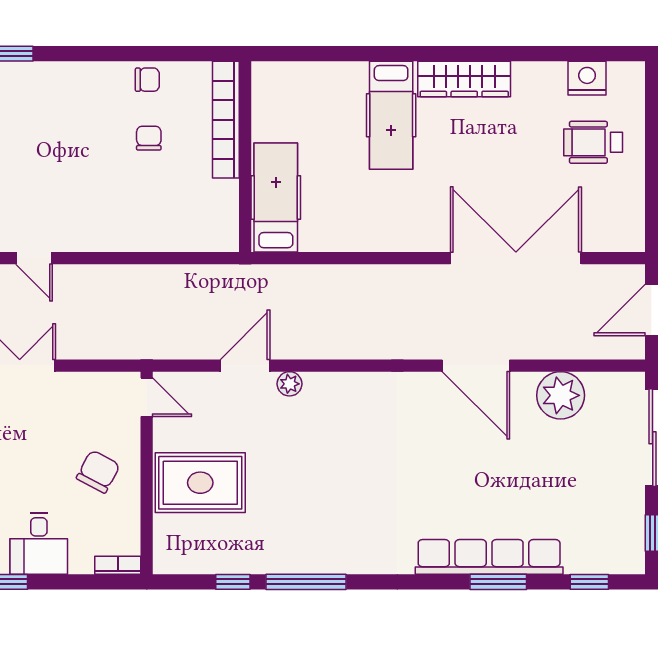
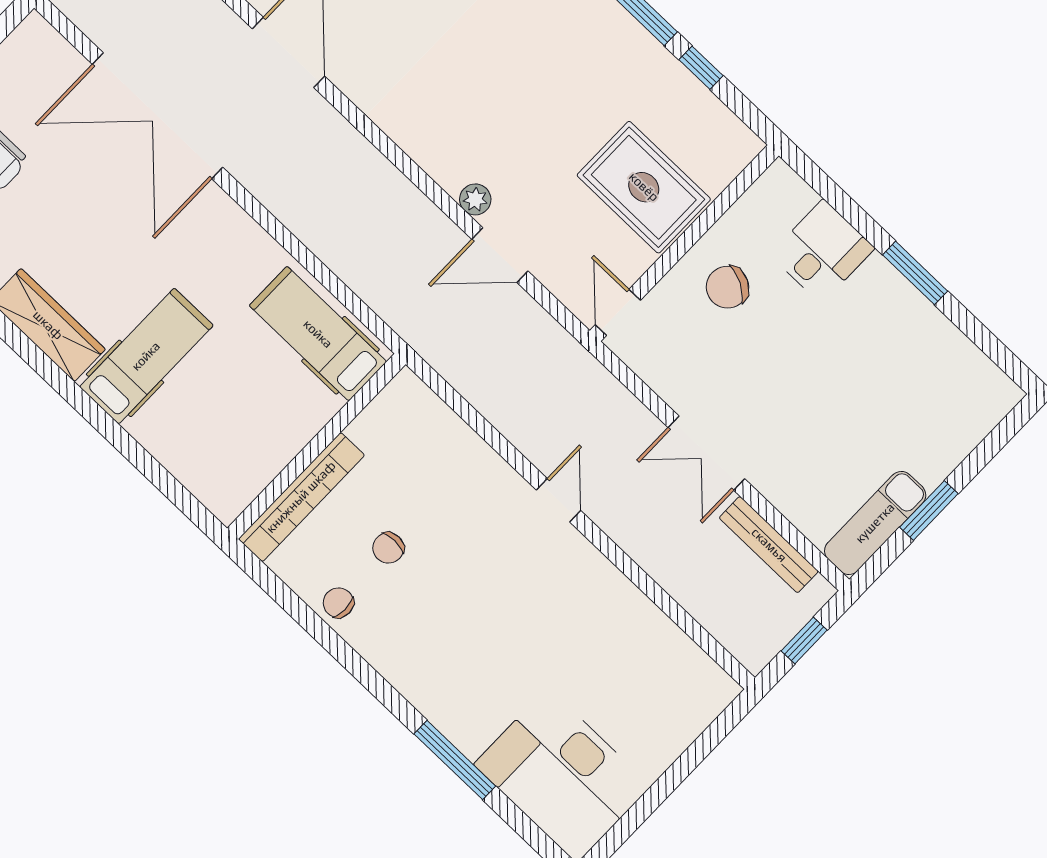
hospital bed: (276, 198) -> (318, 334), moved, turned 90
door: (34, 258) -> (559, 500), moved
desk: (39, 544) -> (822, 251), moved
bookcase: (118, 565) -> (792, 184), removed

